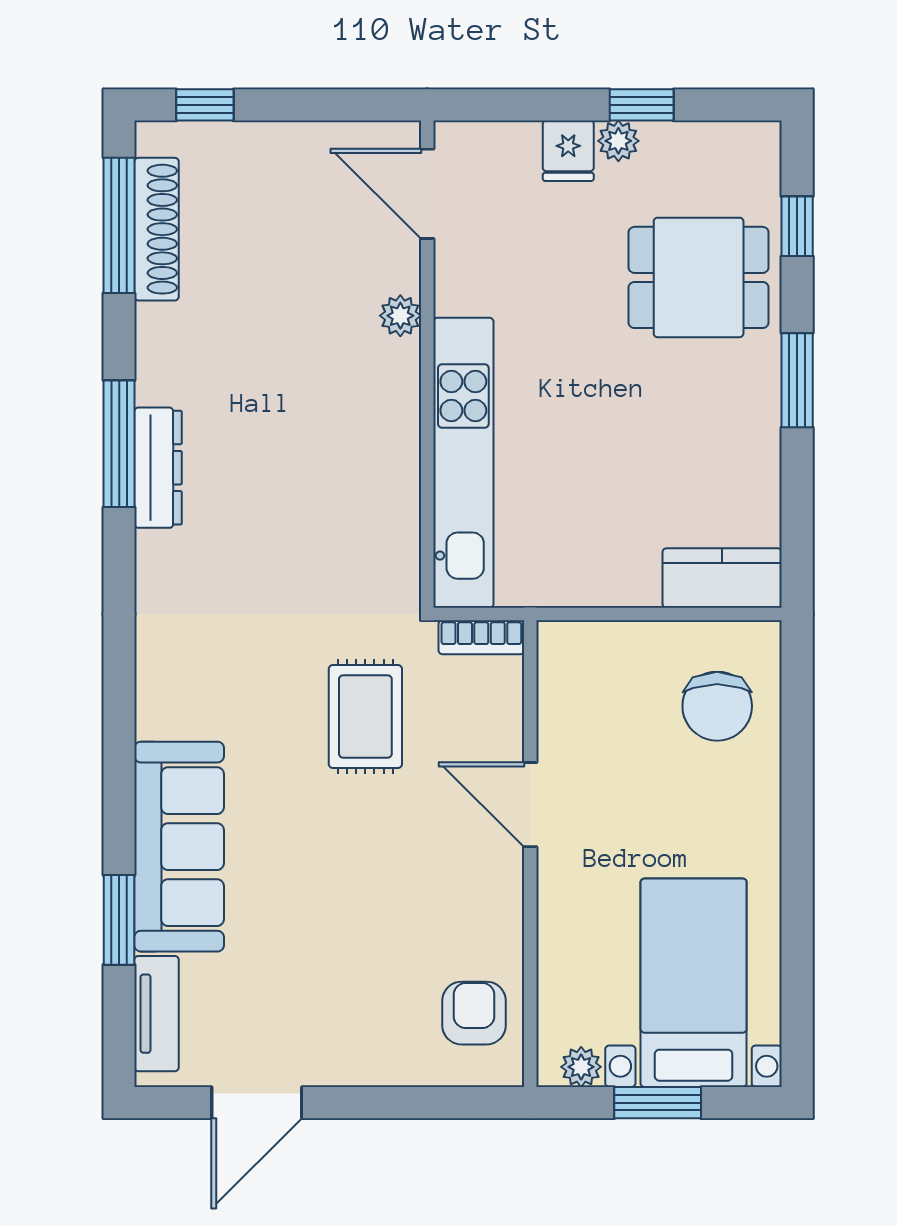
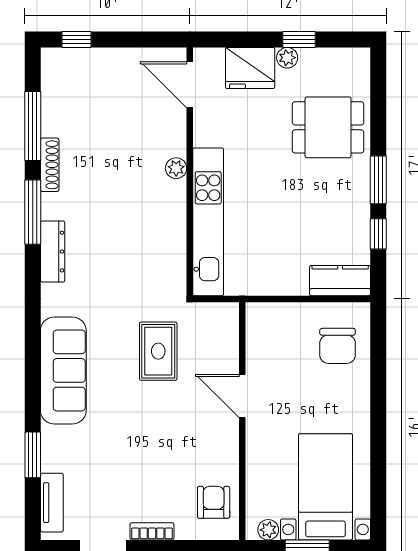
fridge: (568, 151) -> (250, 68), width x1.88, depth x1.34
window: (119, 225) -> (33, 126), moved
window: (797, 226) -> (378, 234), moved
shoe rack: (157, 229) -> (50, 165), moved, width x0.74, depth x0.81
plant: (400, 316) -> (176, 168), moved
dresser: (158, 468) -> (53, 252), moved
bookcase: (481, 637) -> (152, 531), moved, turned 180
sofa: (179, 847) -> (63, 370), moved

